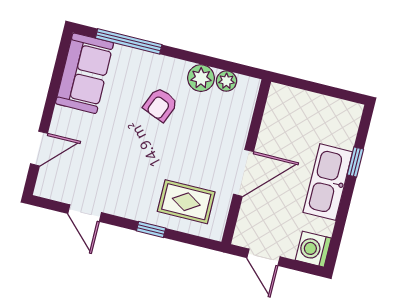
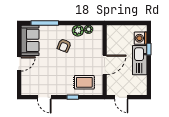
door: (39, 149) -> (19, 64), moved
washing machine: (313, 249) -> (141, 38), moved

